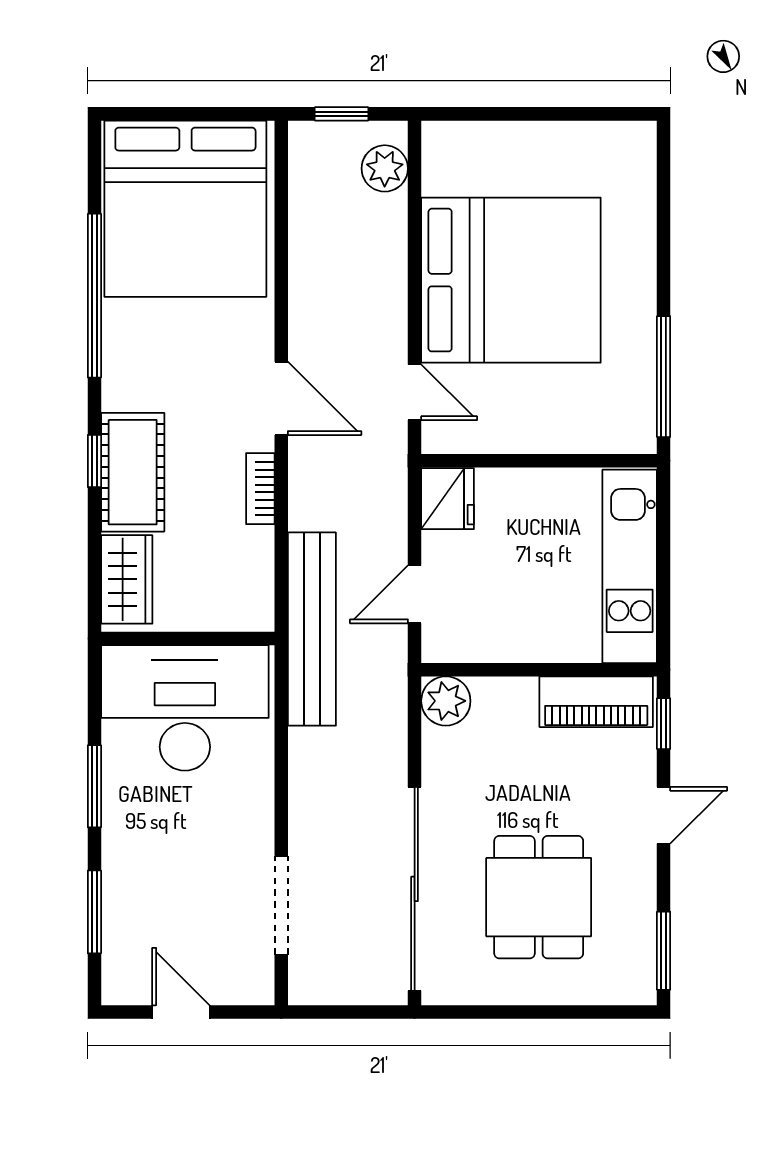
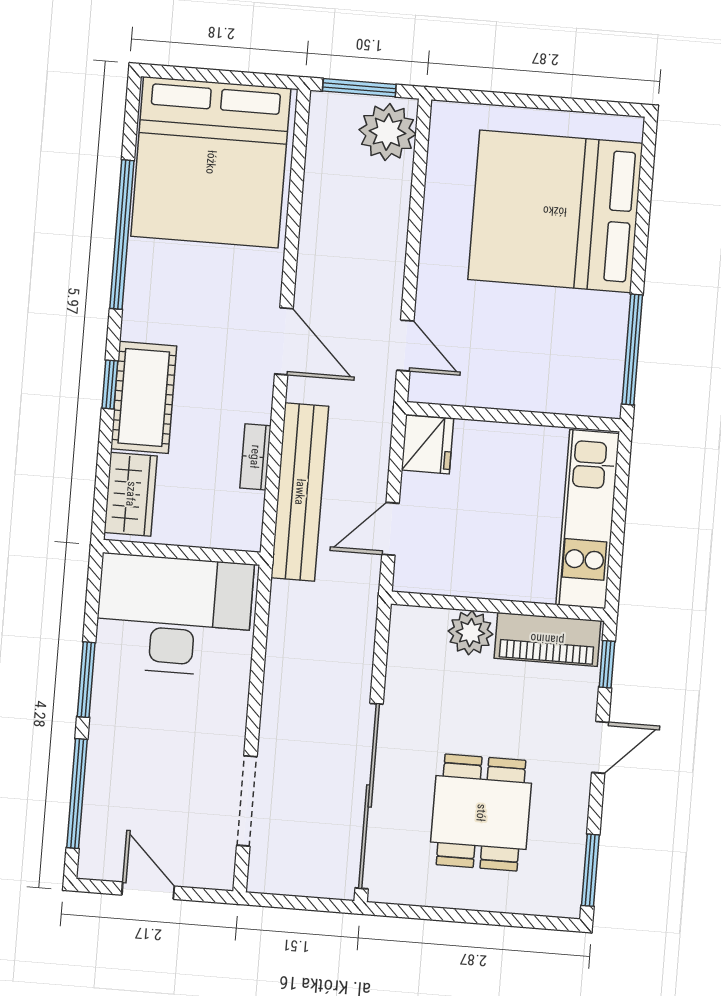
window: (341, 114) -> (359, 88), width x1.50
plant: (385, 168) -> (387, 132), width x1.36, depth x1.36
bed: (511, 280) -> (555, 211), moved, turned 180
bookcase: (260, 489) -> (255, 457), moved
bench: (312, 629) -> (300, 492), moved
plant: (446, 701) -> (470, 633), moved
window: (94, 912) -> (77, 794), width x1.44

